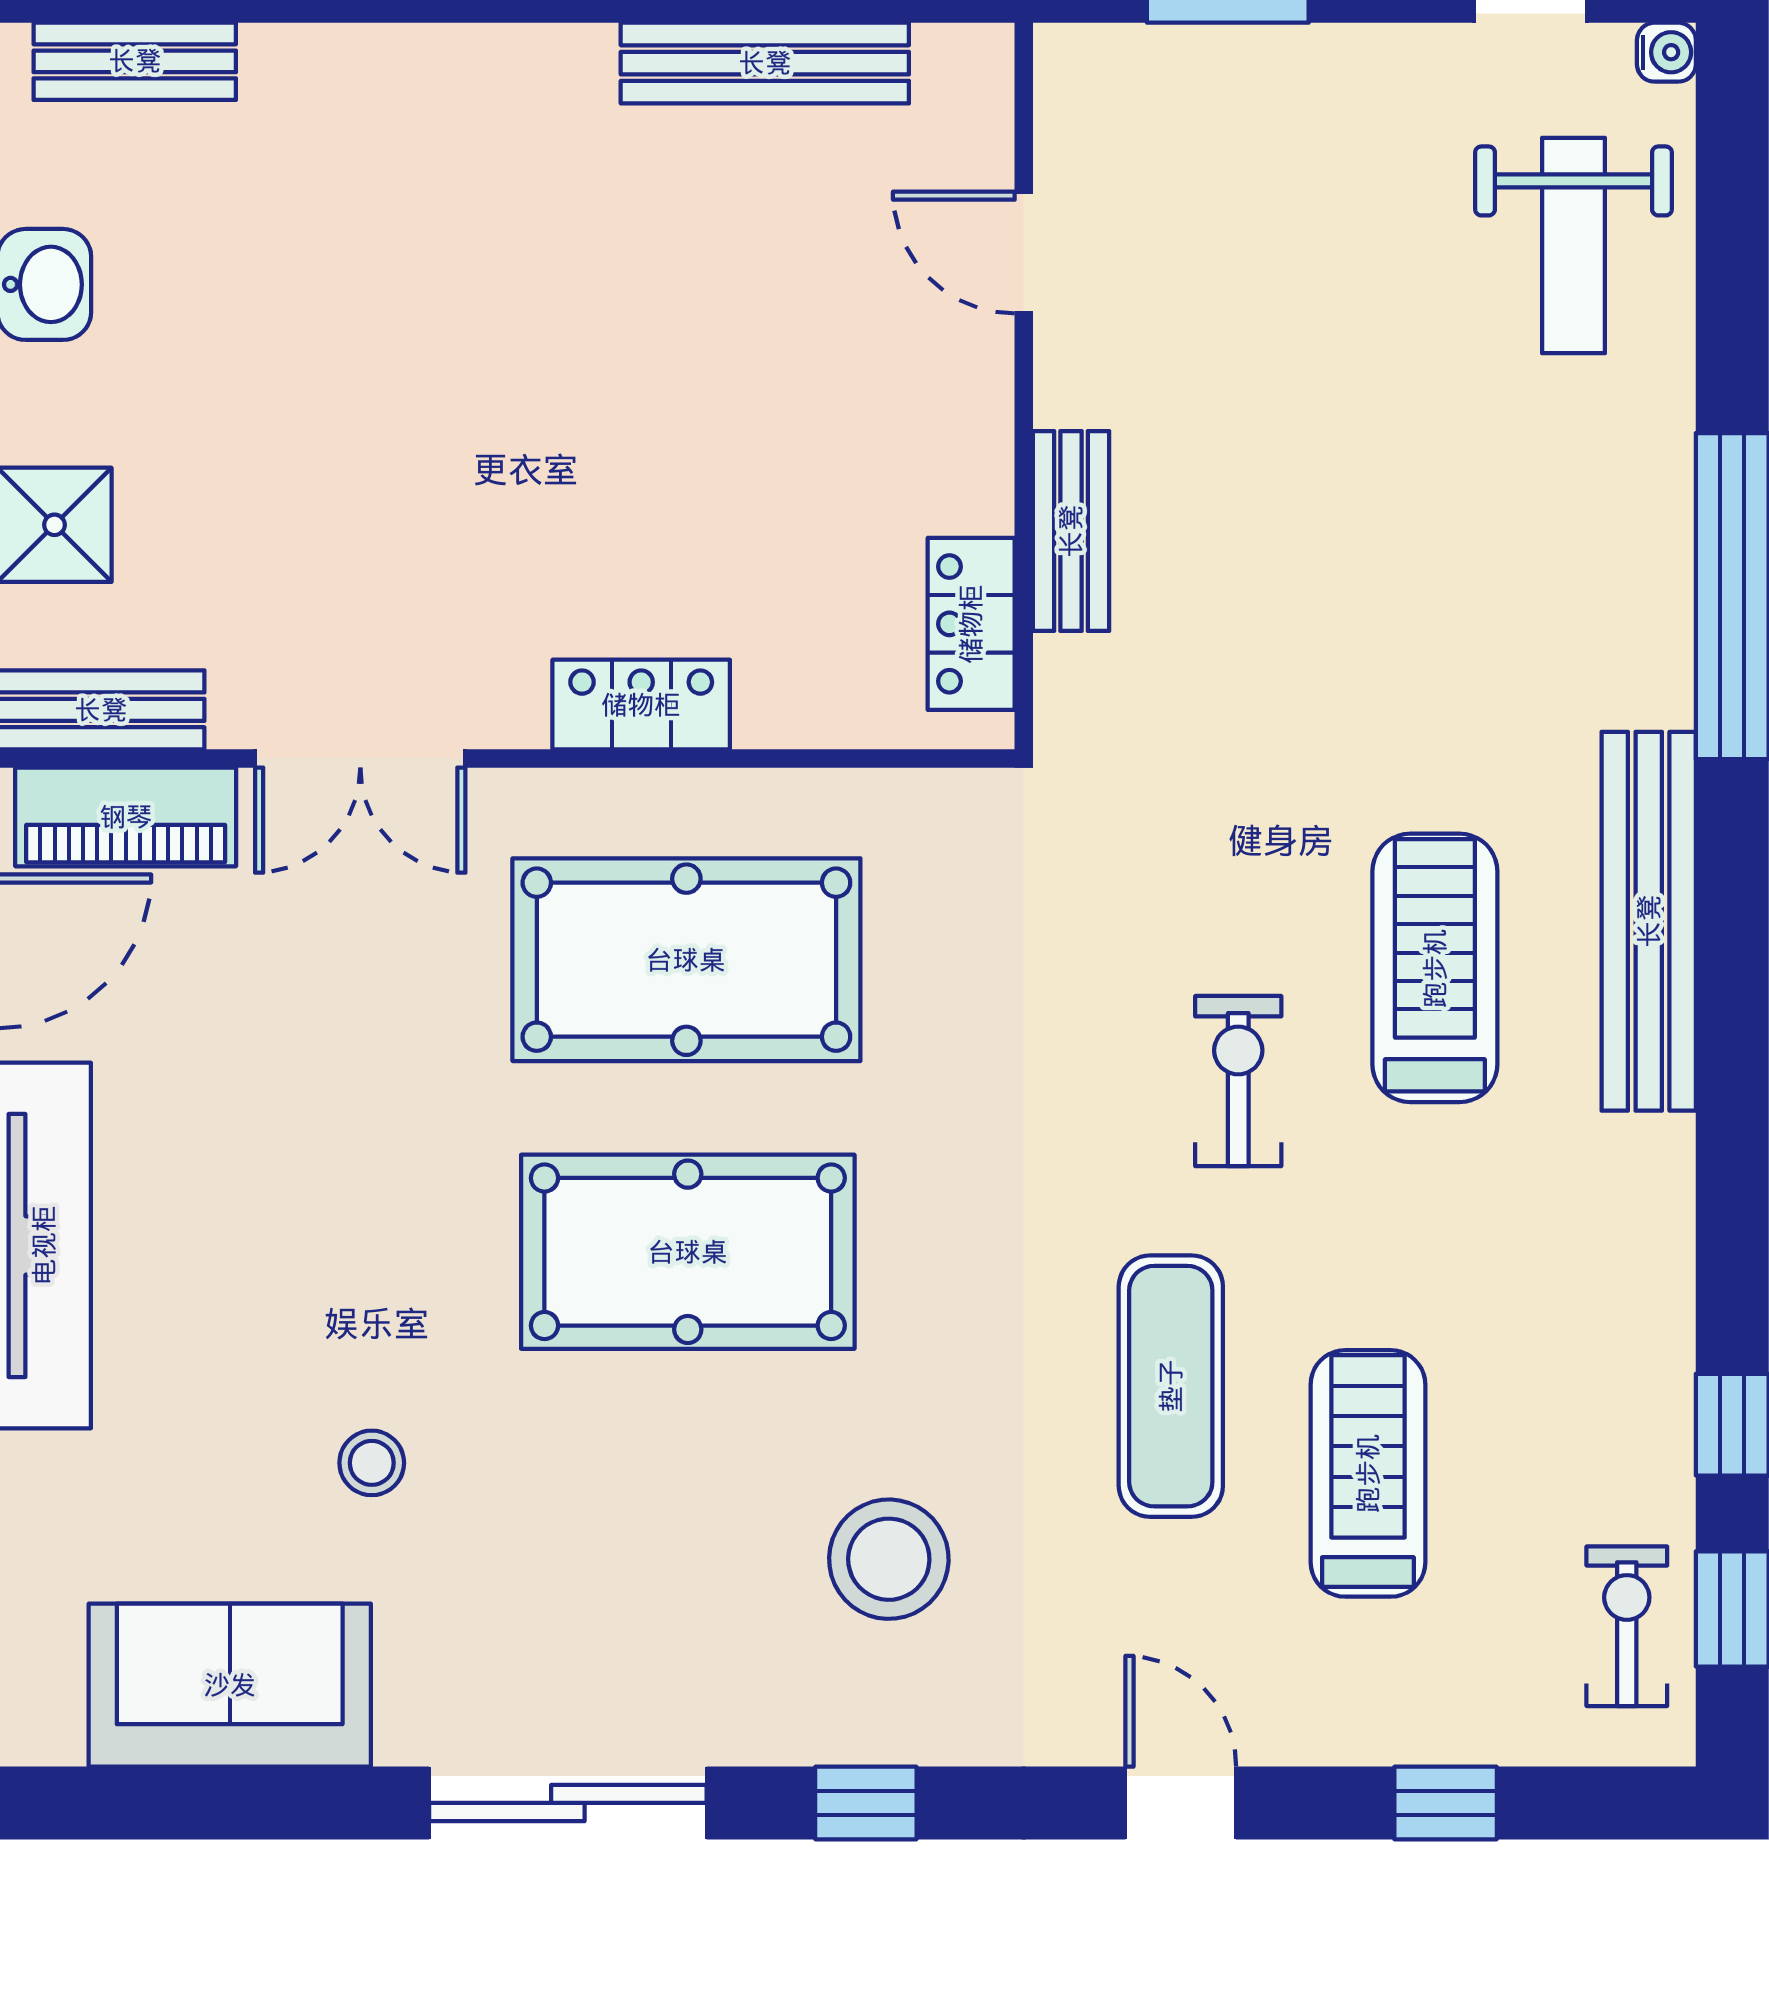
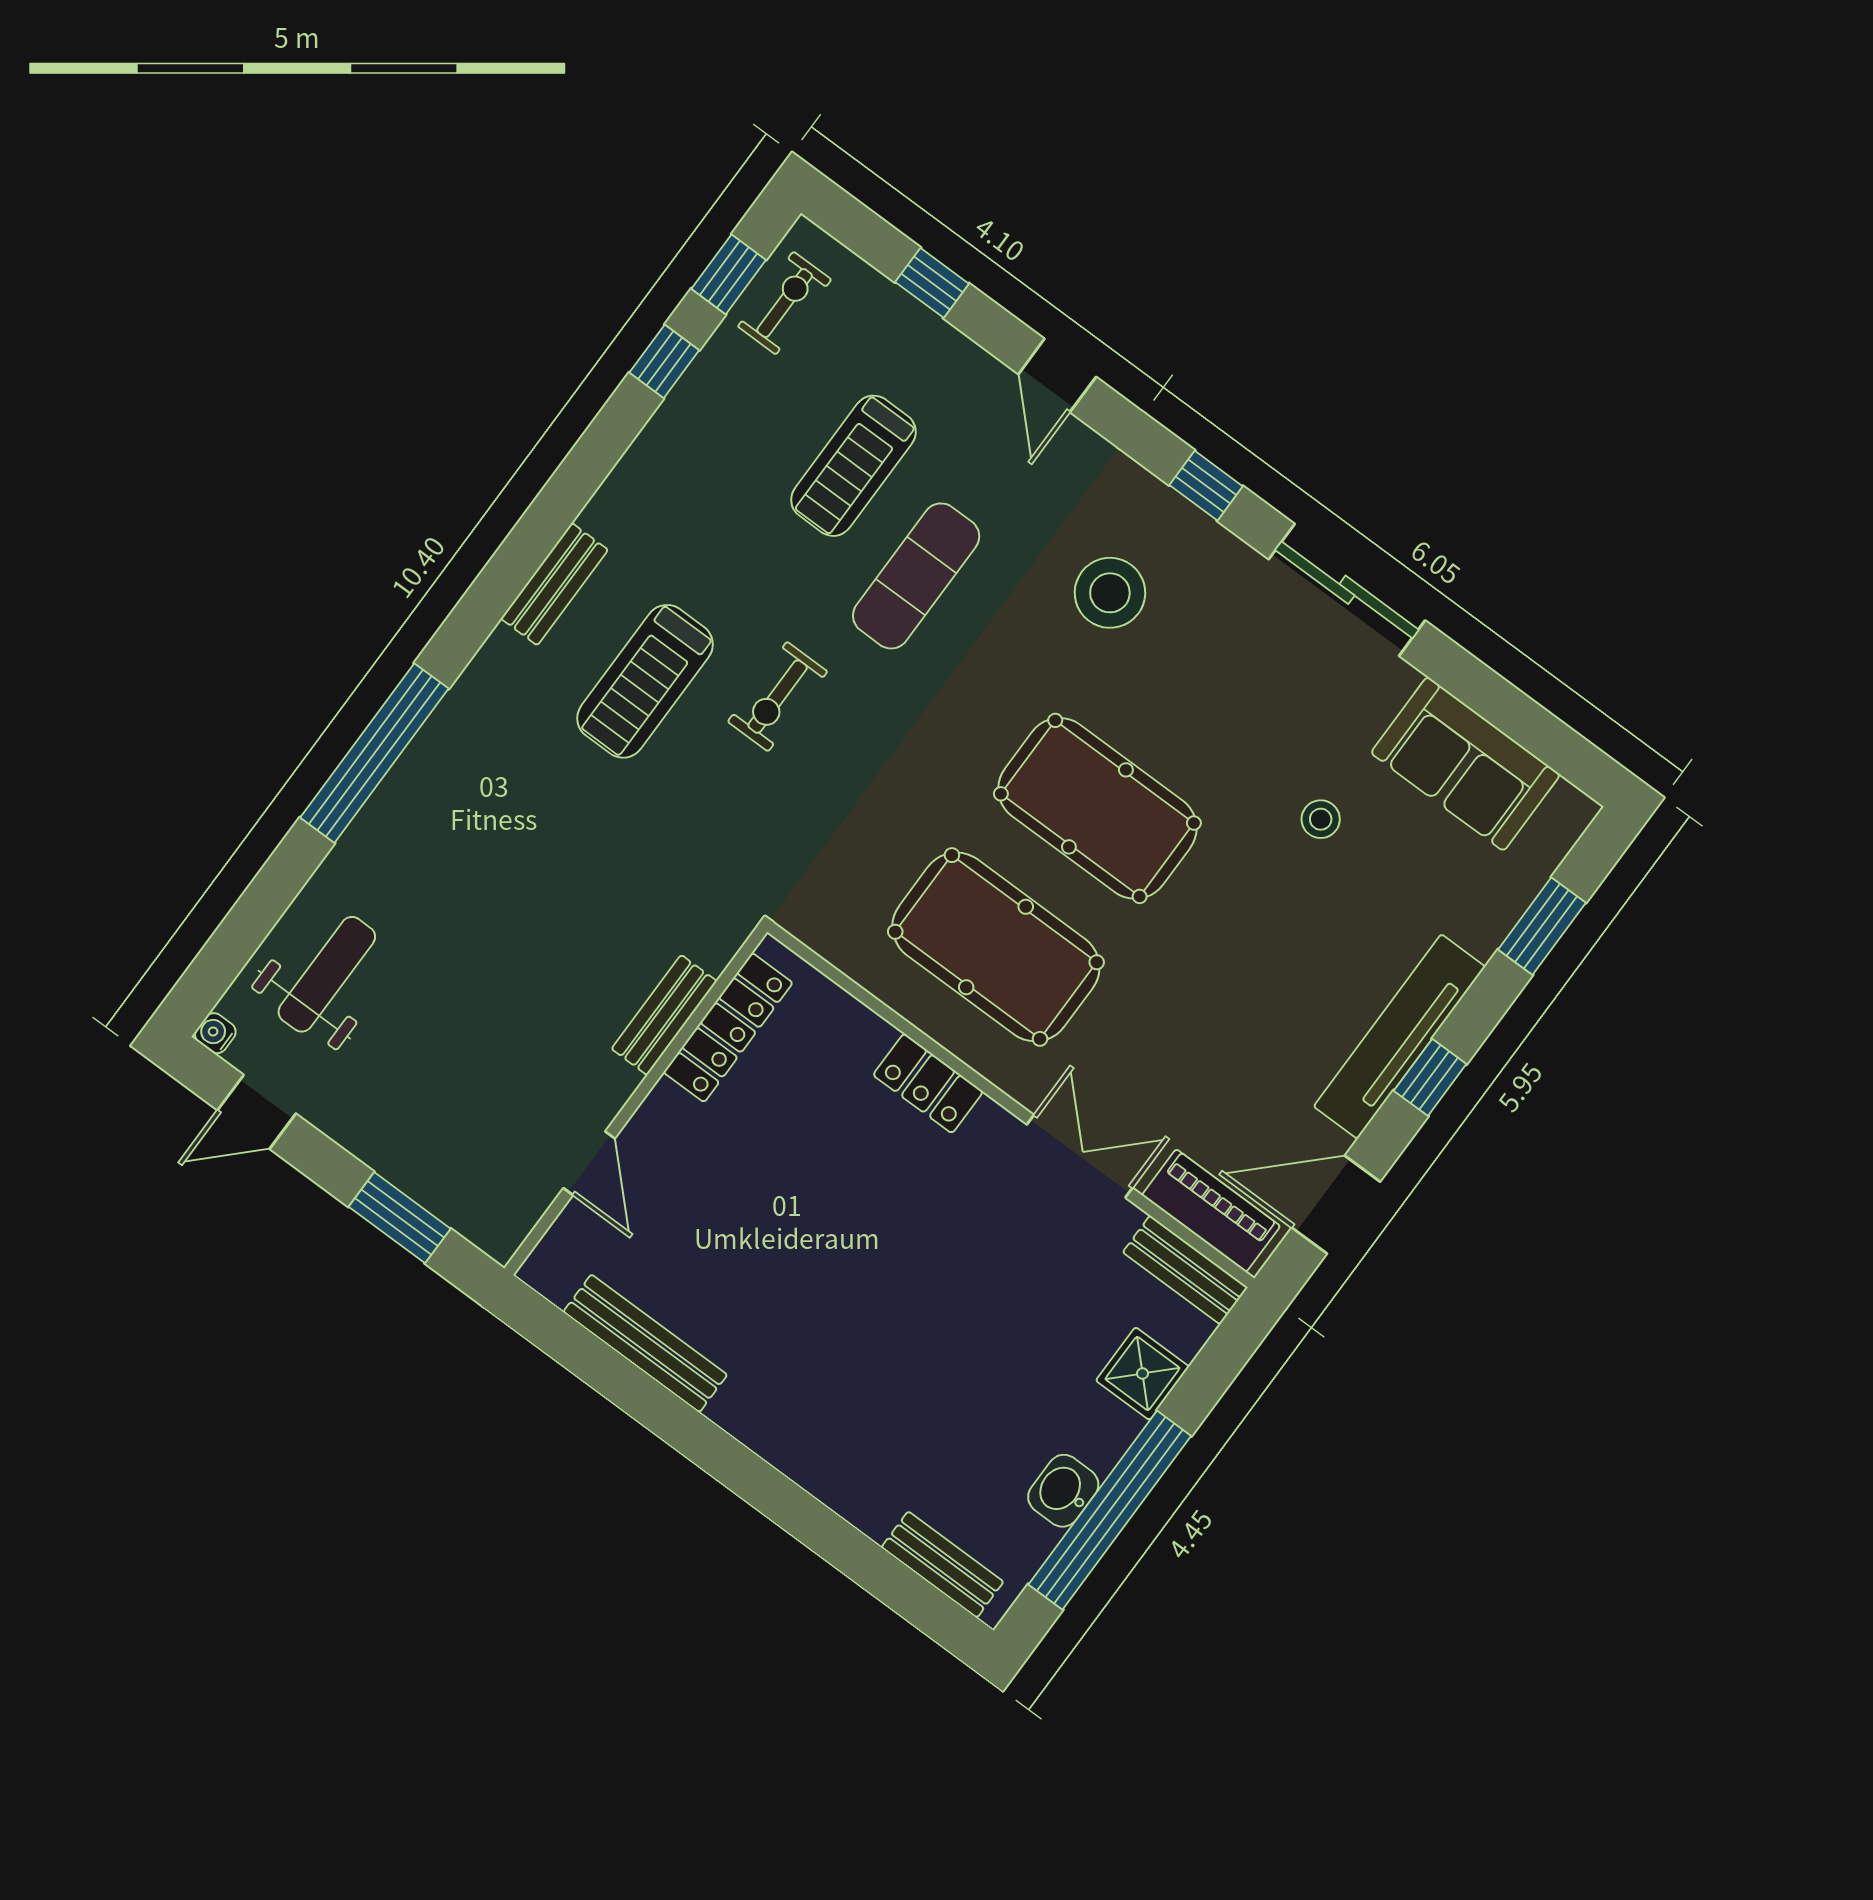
locker: (971, 624) -> (728, 1028), width x1.53
bench: (1649, 921) -> (554, 584), width x0.54, depth x0.82
exercise bike: (1627, 1626) -> (785, 303), turned 180

